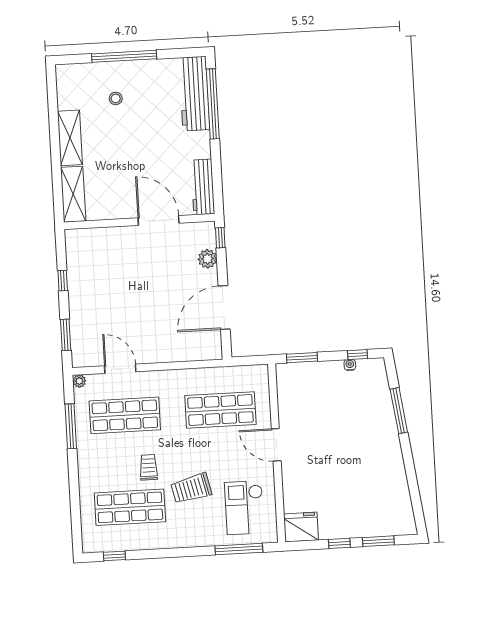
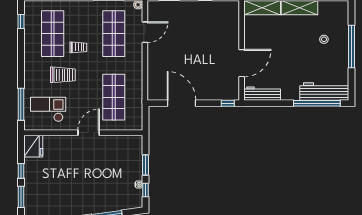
plant: (207, 259) -> (214, 94), removed
window: (302, 358) -> (145, 165), moved
trolley: (191, 488) -> (63, 75), turned 103

